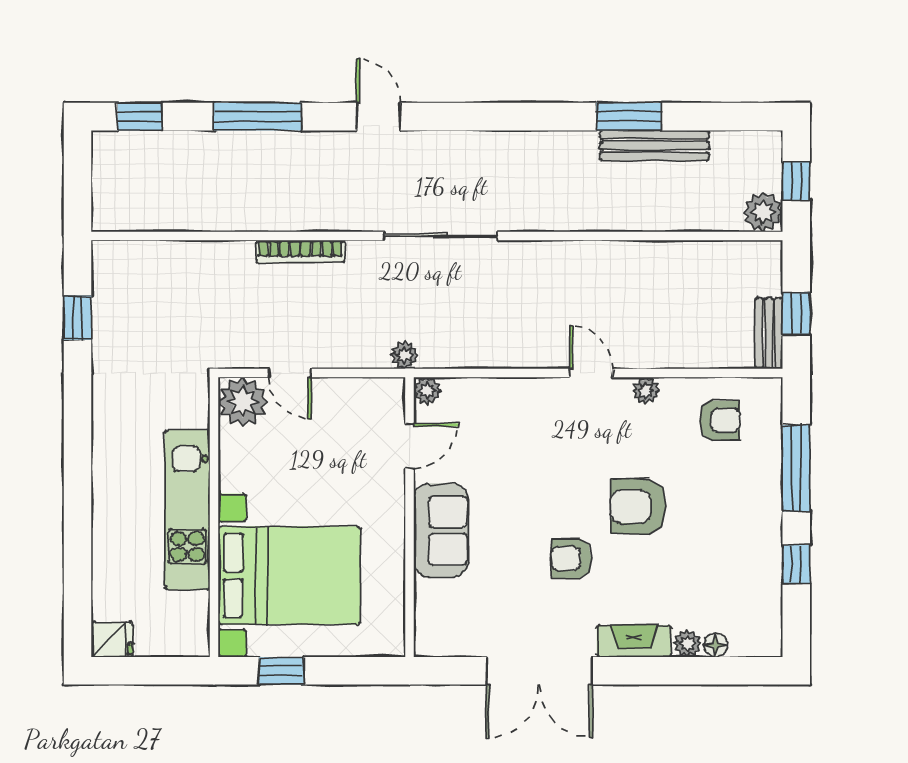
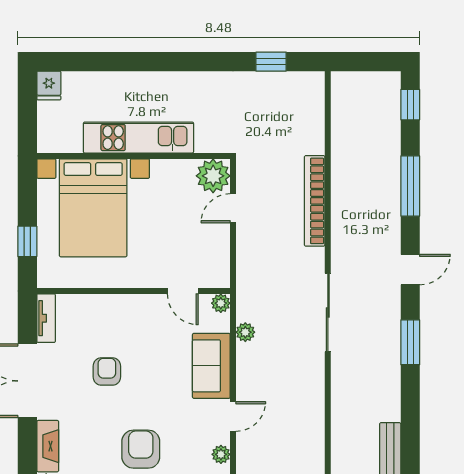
window: (629, 117) -> (410, 342), moved
bookcase: (300, 251) -> (315, 201), width x1.48, depth x1.31
plant: (404, 355) -> (245, 332), moved
sofa: (441, 530) -> (211, 366), moved, turned 90
armchair: (571, 559) -> (107, 371), moved
tv unit: (449, 644) -> (46, 318), added
window: (281, 671) -> (27, 241), moved

